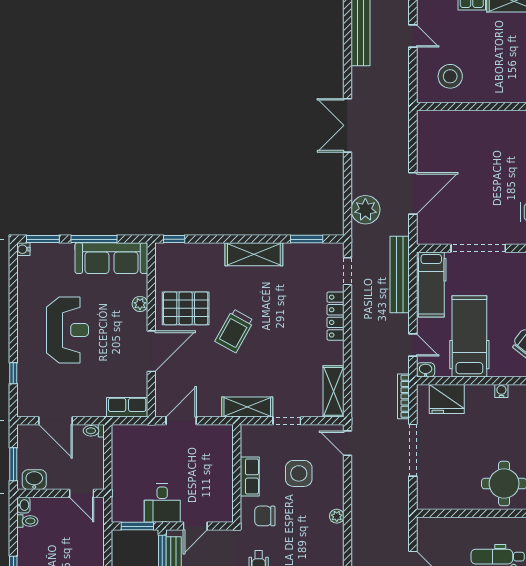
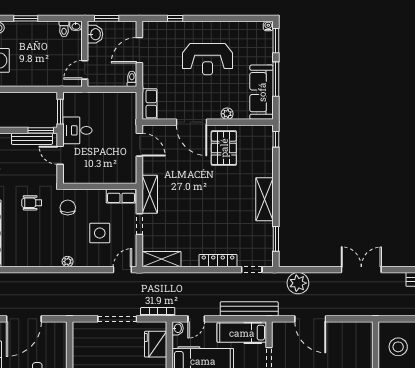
trolley: (234, 331) -> (207, 185), removed
row of seats: (250, 476) -> (121, 196), moved

